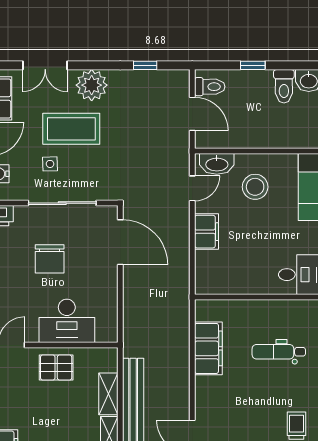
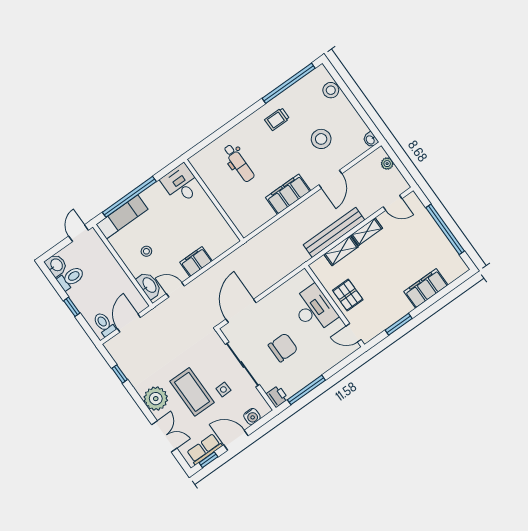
stool: (255, 187) -> (146, 251), width x0.53, depth x0.53
filing cabinet: (208, 348) -> (288, 194), moved

